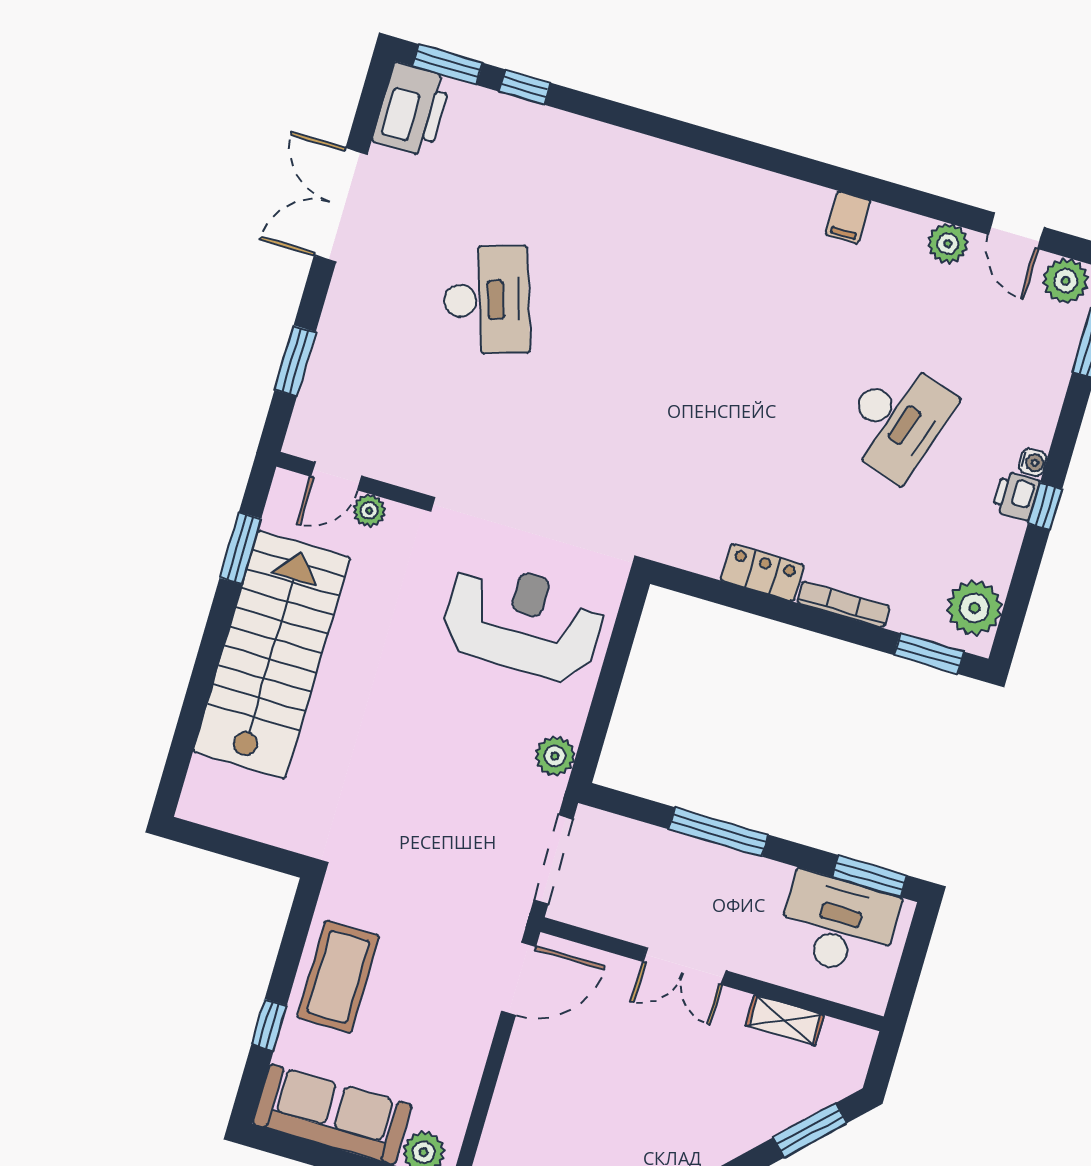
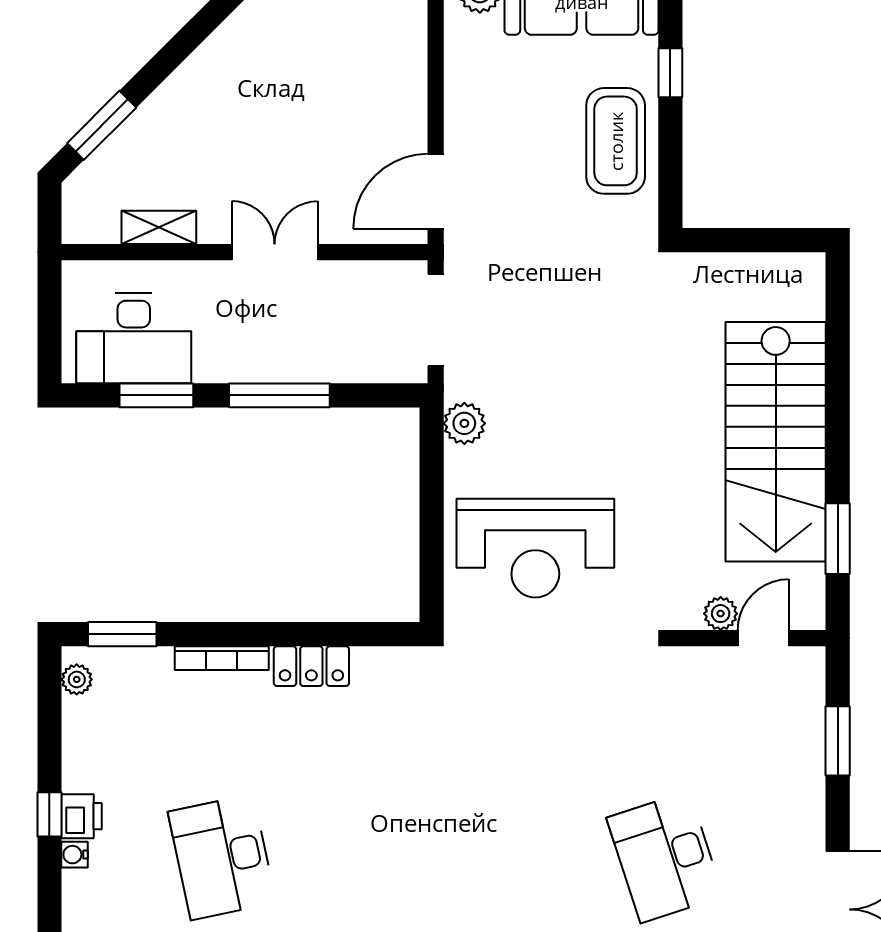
desk: (897, 420) -> (222, 857), turned -30
plant: (975, 608) -> (77, 679), width x0.53, depth x0.53
window: (870, 876) -> (156, 395), moved

